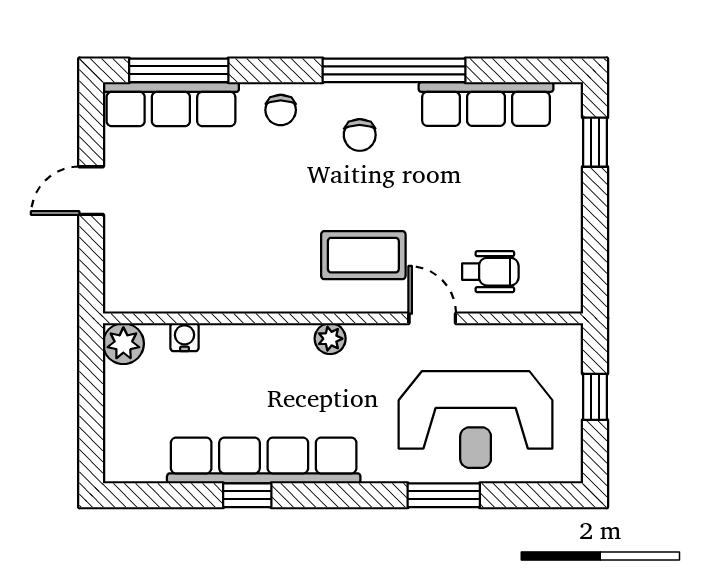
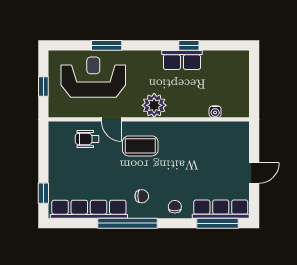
row of seats: (486, 104) -> (89, 209), width x1.36
chair: (360, 135) -> (142, 196), turned 90
plant: (330, 339) -> (154, 105), width x1.87, depth x1.87
plant: (123, 344) -> (241, 109), removed
row of seats: (264, 461) -> (182, 60), width x0.50

